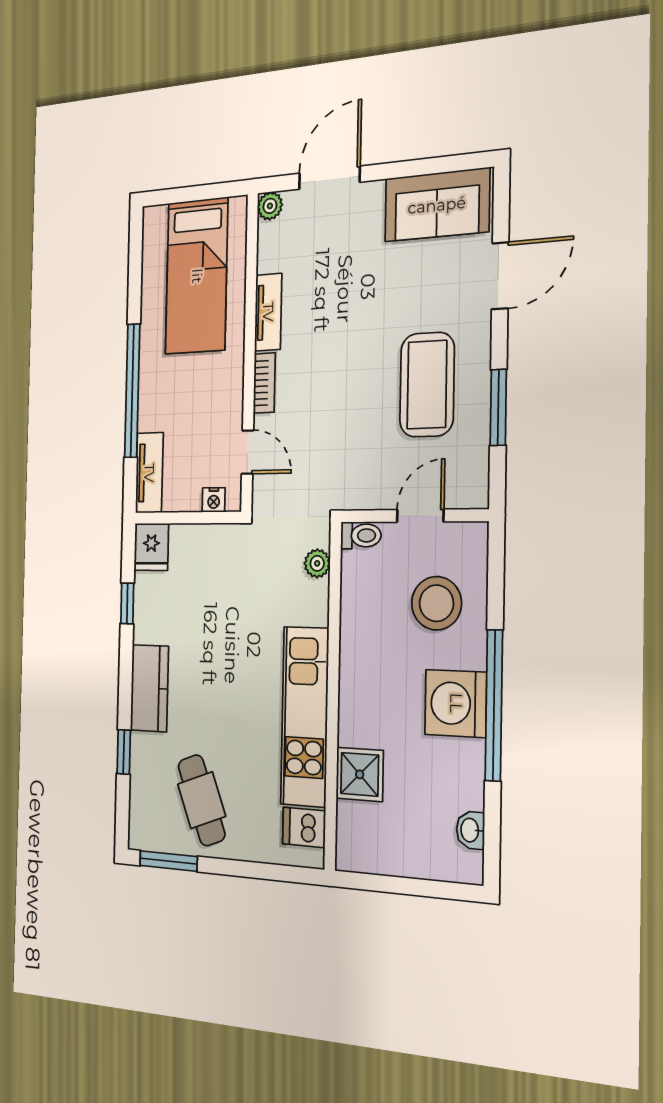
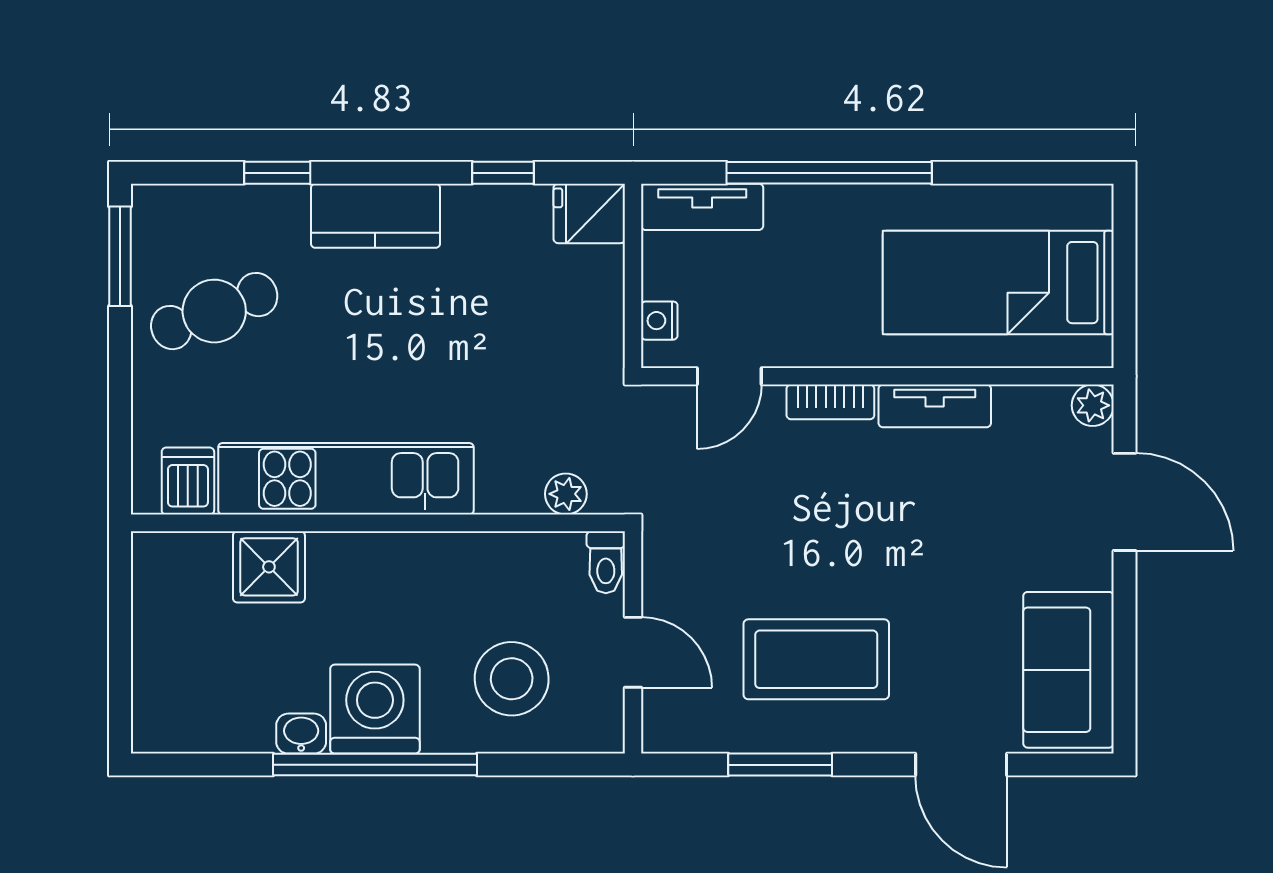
washbasin: (470, 830) -> (301, 734), moved

